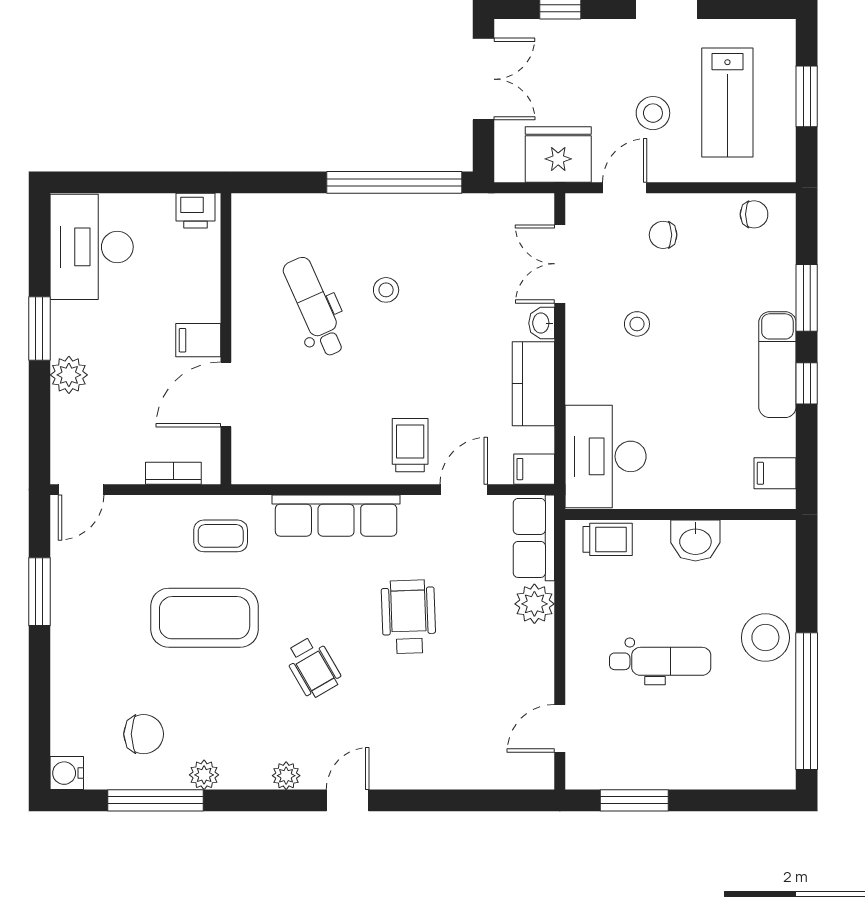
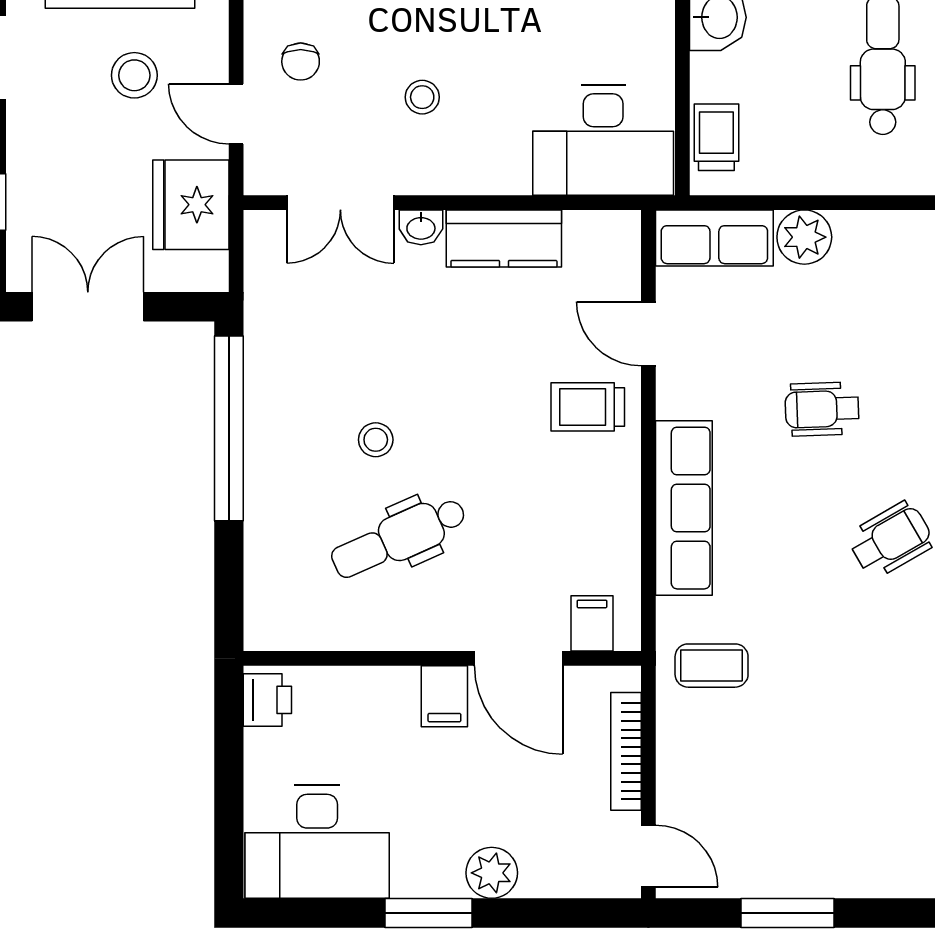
filing cabinet: (534, 469) -> (592, 623), moved, turned 180
bookcase: (173, 473) -> (626, 751), width x1.56
coffee table: (221, 536) -> (712, 666), turned 90
wheelchair: (409, 617) -> (822, 409), width x0.73, depth x0.73
coffee table: (205, 618) -> (823, 688), removed

